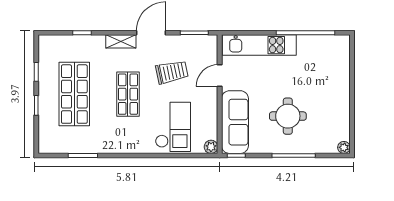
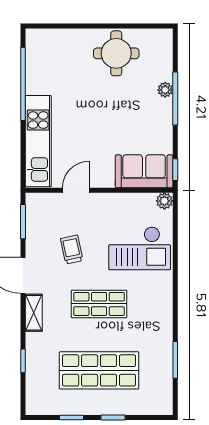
trolley: (172, 72) -> (72, 250), width x0.73, depth x0.72
door: (220, 76) -> (76, 190), swing flipped
round table: (288, 116) -> (116, 53), moved
sofa: (235, 122) -> (144, 171), width x0.73
checkout: (173, 127) -> (140, 248), turned 180
plant: (344, 147) -> (165, 90), moved

